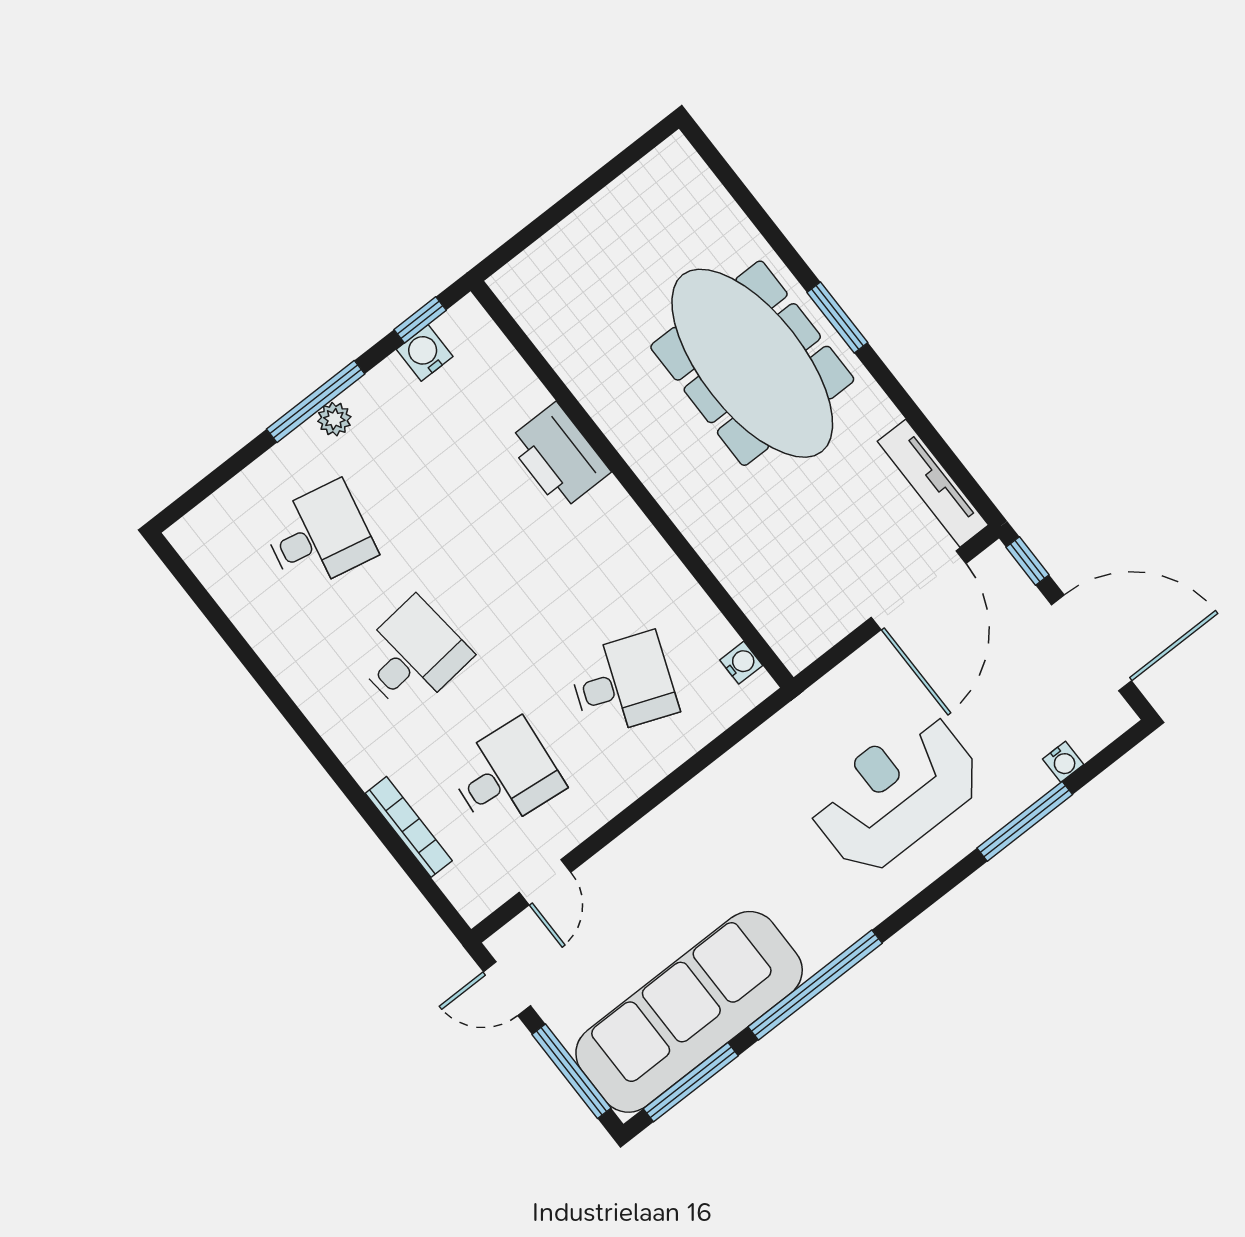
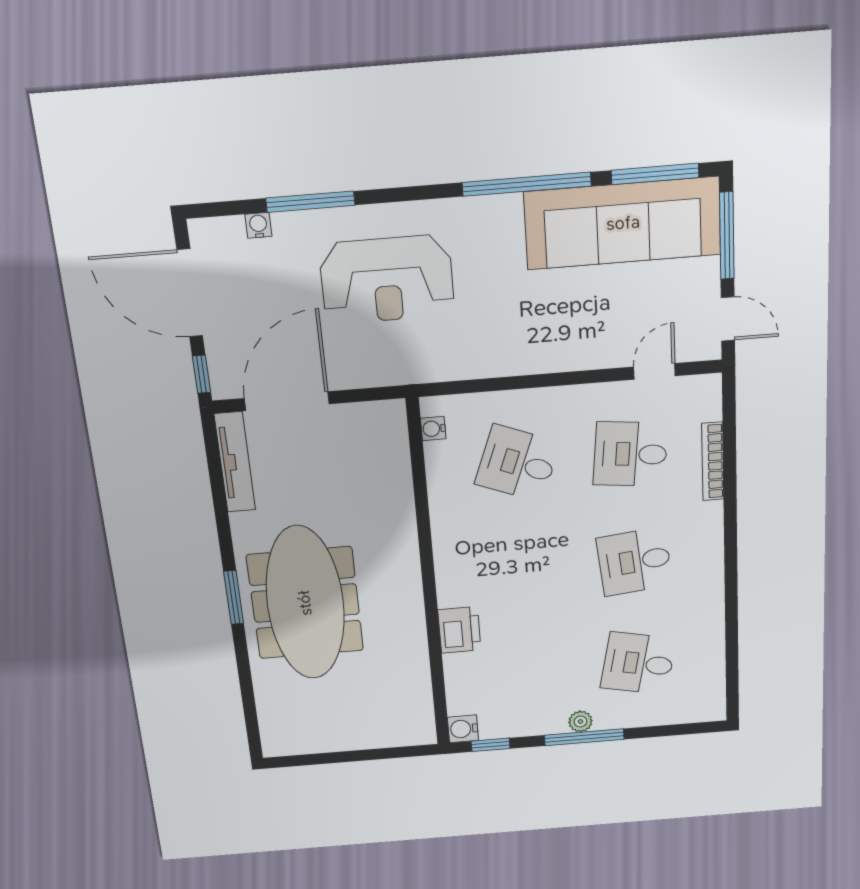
water cooler: (425, 353) -> (463, 729), moved, turned 90
printer: (558, 456) -> (459, 630), width x0.73, depth x0.84

